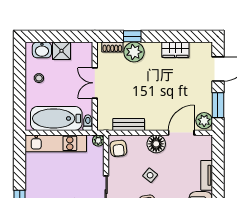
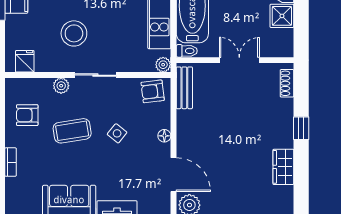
window: (132, 36) -> (301, 128), moved
plant: (134, 52) -> (280, 112), removed
bench: (129, 124) -> (184, 88), moved
floor lamp: (156, 144) -> (164, 136), width x0.53, depth x0.53

